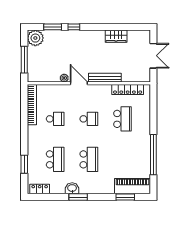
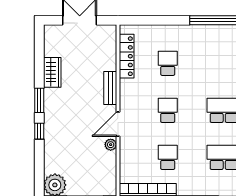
window: (53, 27) -> (39, 100), moved
bench: (105, 78) -> (110, 88), width x0.73
school desk: (122, 119) -> (168, 63), width x0.54

